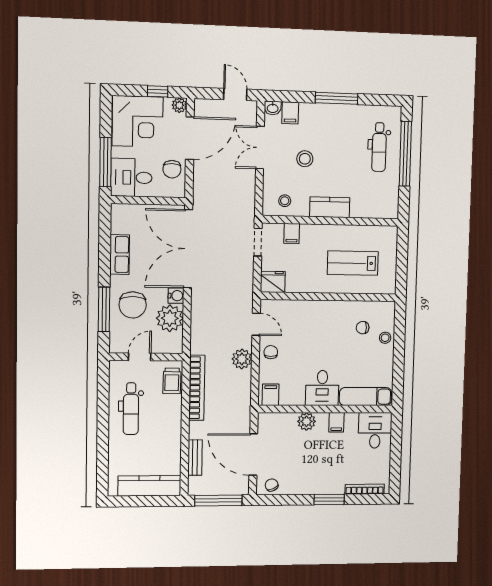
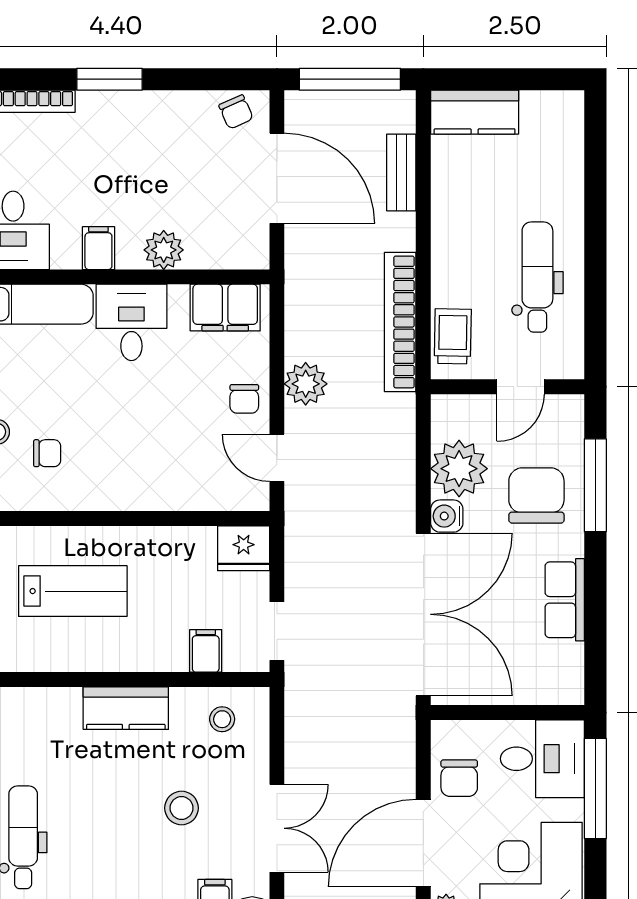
chair: (172, 169) -> (459, 778), turned 180
filing cabinet: (271, 395) -> (225, 308), width x2.00
kitchen counter: (149, 486) -> (475, 112), width x0.67

